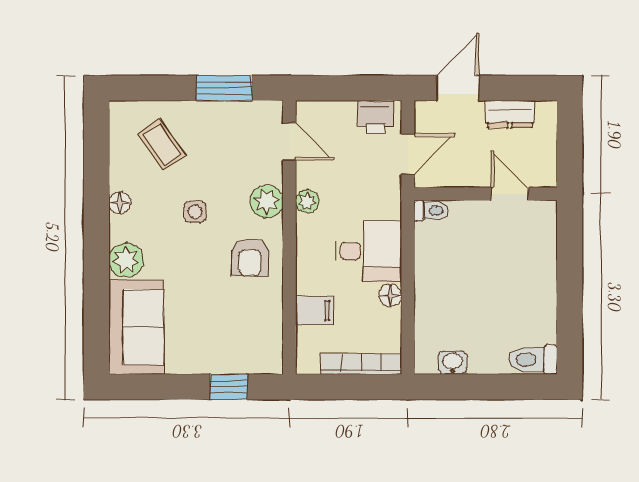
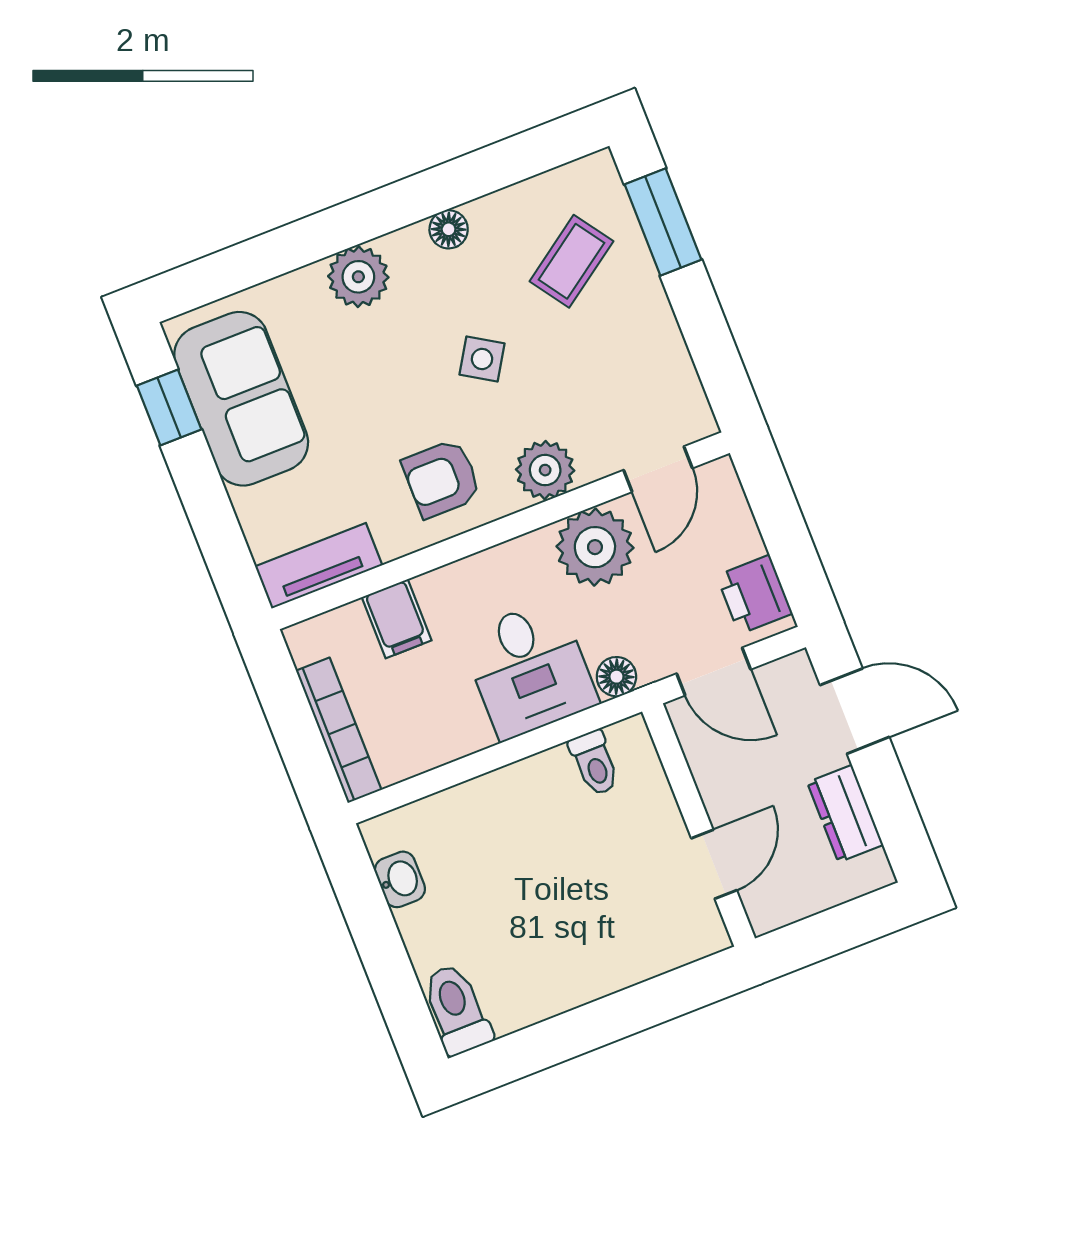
window: (224, 88) -> (663, 222), moved
plant: (307, 201) -> (595, 547), width x1.87, depth x1.87
toilet: (431, 211) -> (594, 763), moved
side table: (195, 212) -> (482, 359), turned 32
floor lamp: (390, 295) -> (616, 677), moved
sofa: (136, 327) -> (241, 399), moved, turned -90
tv unit: (270, 341) -> (319, 566), added
window: (229, 387) -> (169, 407), moved

